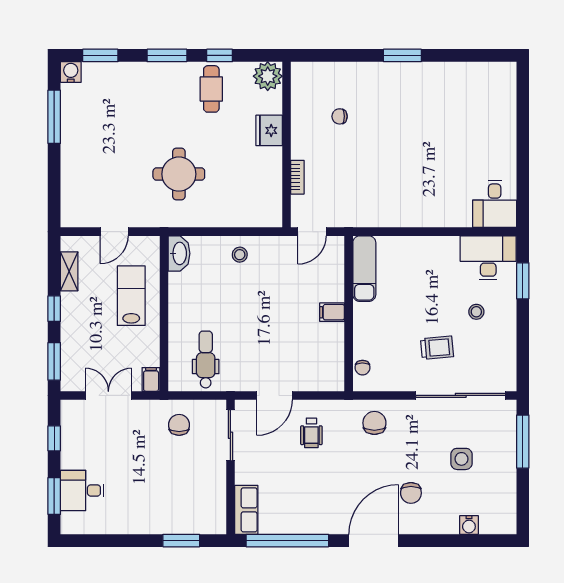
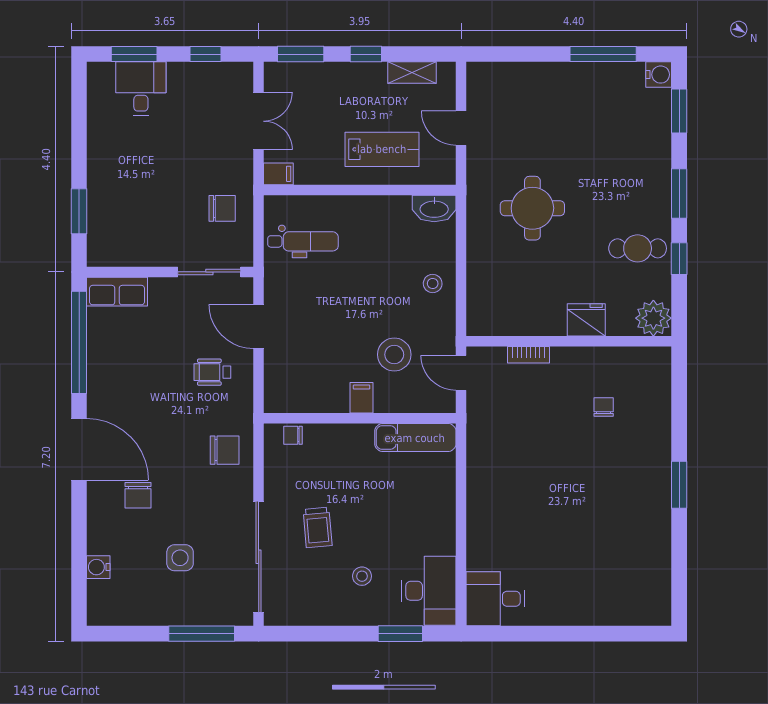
stool: (297, 286) -> (394, 355), added
chair: (411, 493) -> (138, 495), turned -90

